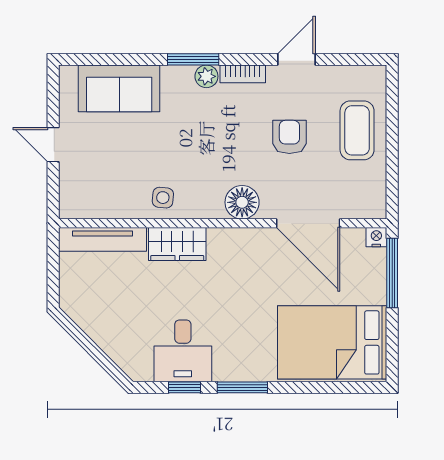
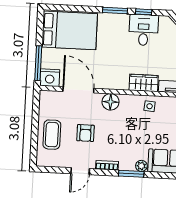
plant: (206, 76) -> (141, 166), moved
nightstand: (376, 237) -> (50, 78), width x1.89, depth x1.79

